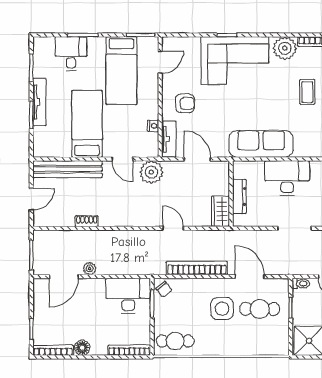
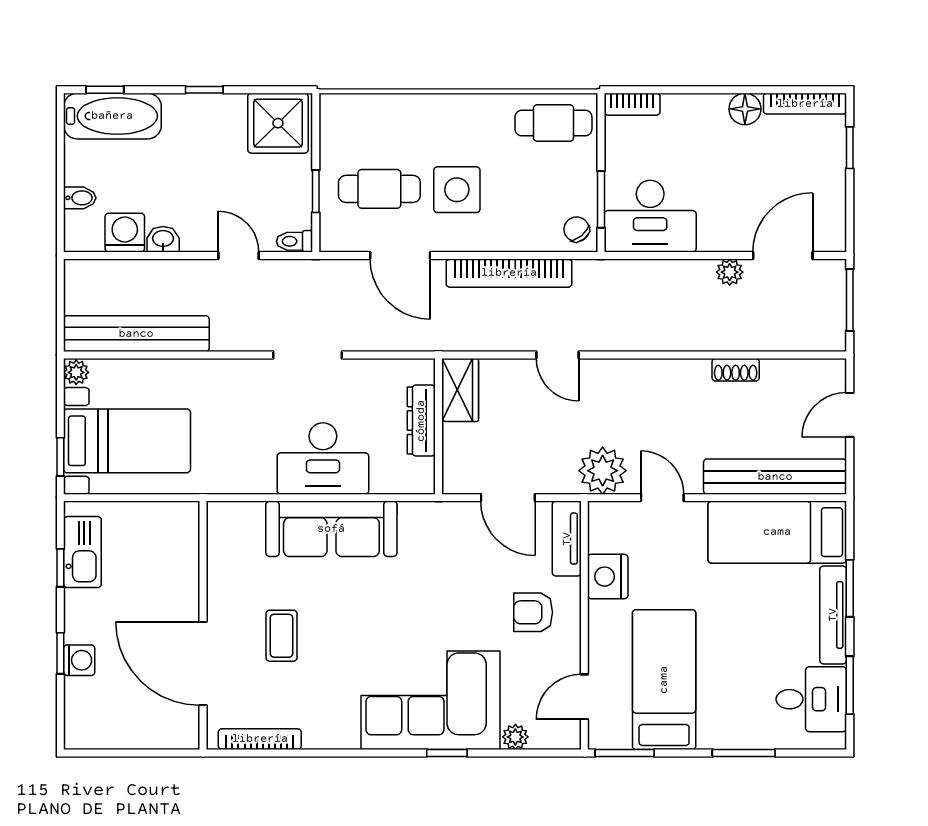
plant: (285, 48) -> (515, 737), moved, width x0.53, depth x0.53
desk: (71, 54) -> (811, 699), moved, turned -90
bed: (87, 124) -> (777, 532), moved, turned 90
nightstand: (153, 126) -> (608, 577), width x1.89, depth x1.79
sofa: (261, 144) -> (331, 529), moved
bookcase: (129, 350) -> (632, 104), width x0.64

